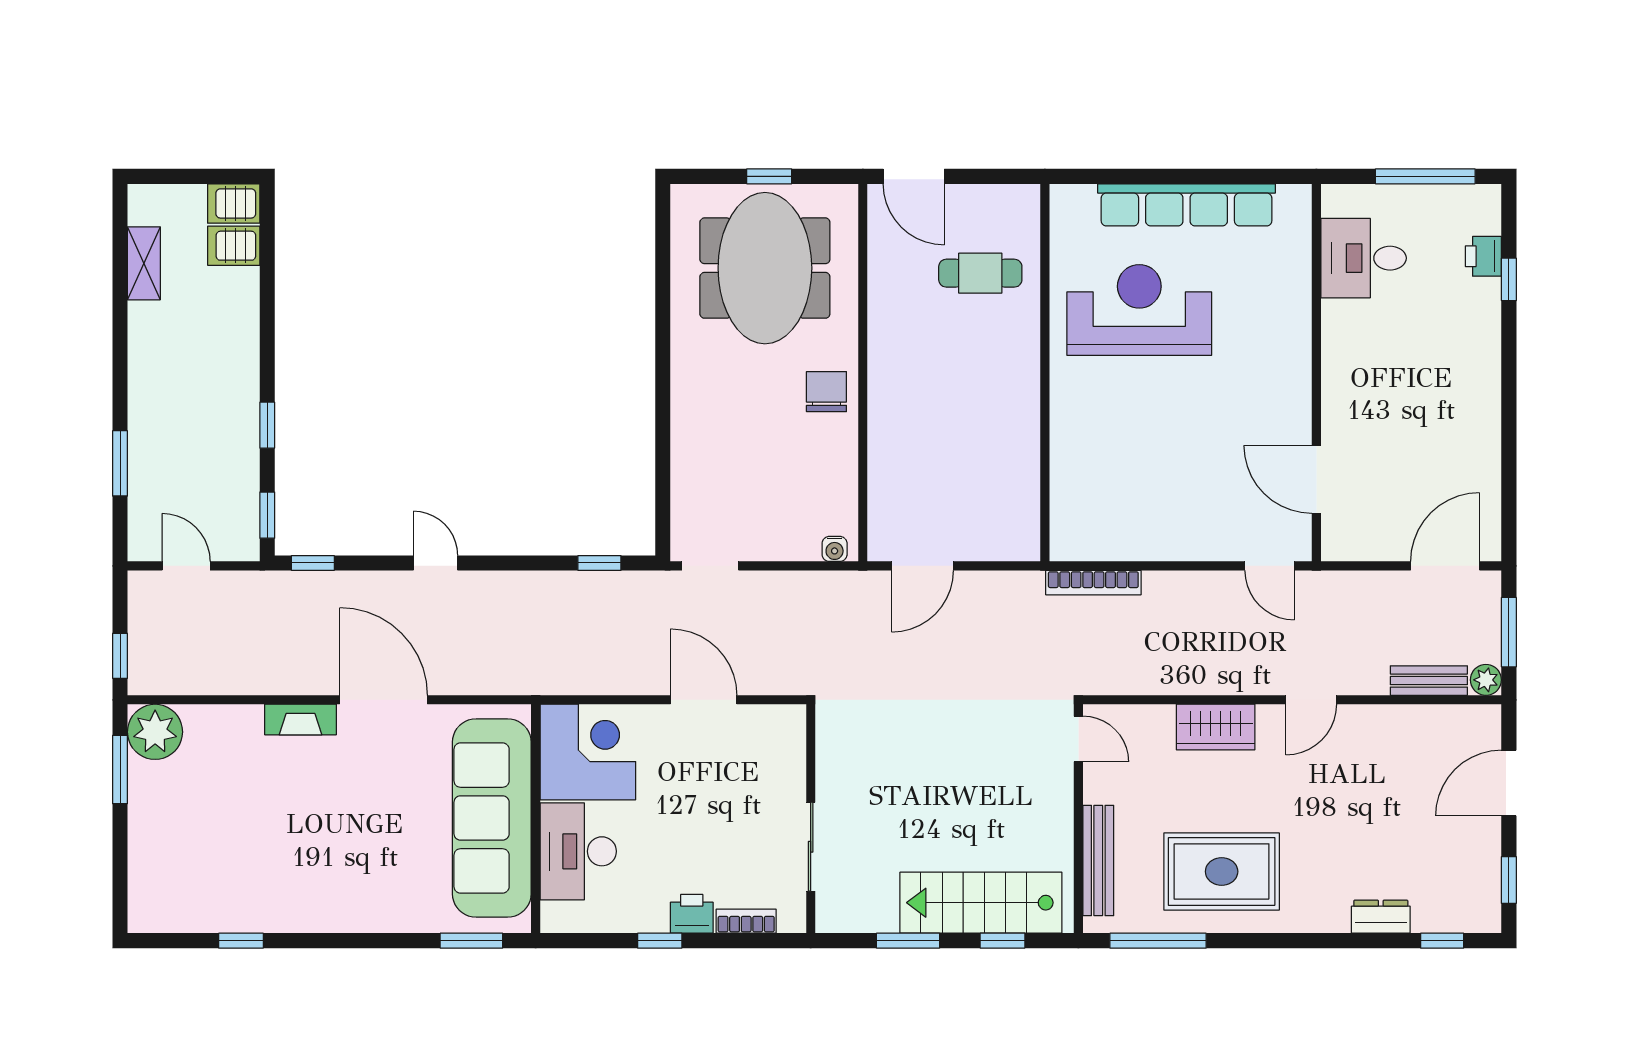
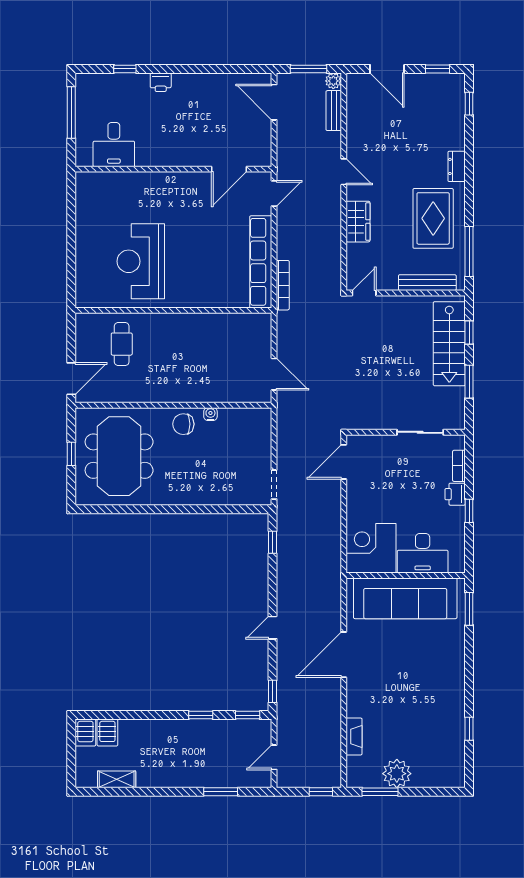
row of seats: (1187, 205) -> (261, 262), moved, turned 180
printer: (1483, 256) -> (161, 82), moved
meeting table: (765, 268) -> (119, 456), turned 90
water cooler: (835, 549) -> (210, 414), moved, turned -90
door: (704, 700) -> (344, 462), moved
fireplace: (301, 720) -> (354, 736), moved
plant: (155, 732) -> (397, 774), moved
dresser: (1381, 917) -> (457, 166), moved

